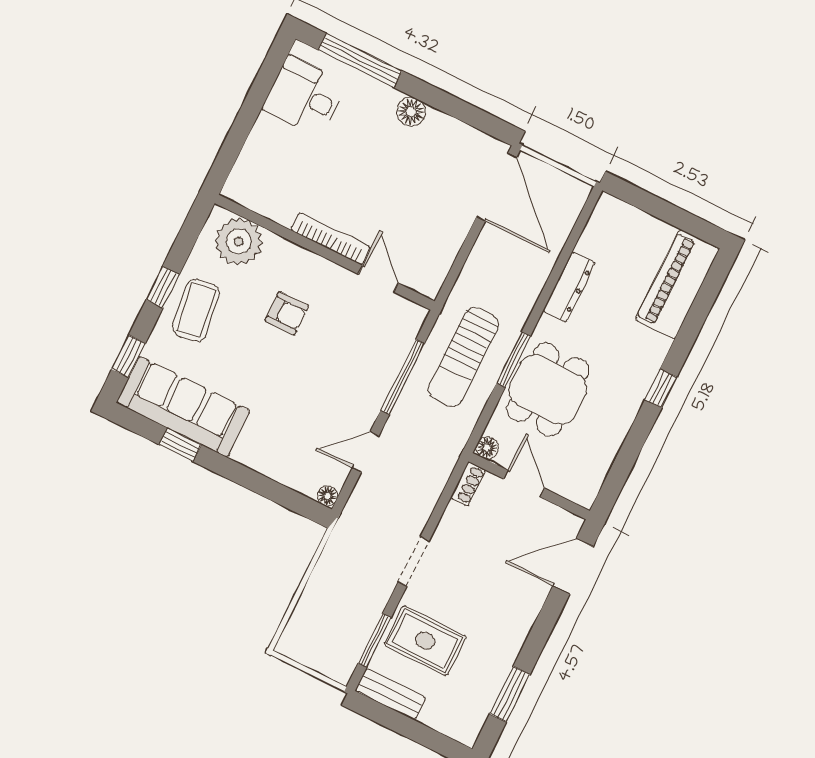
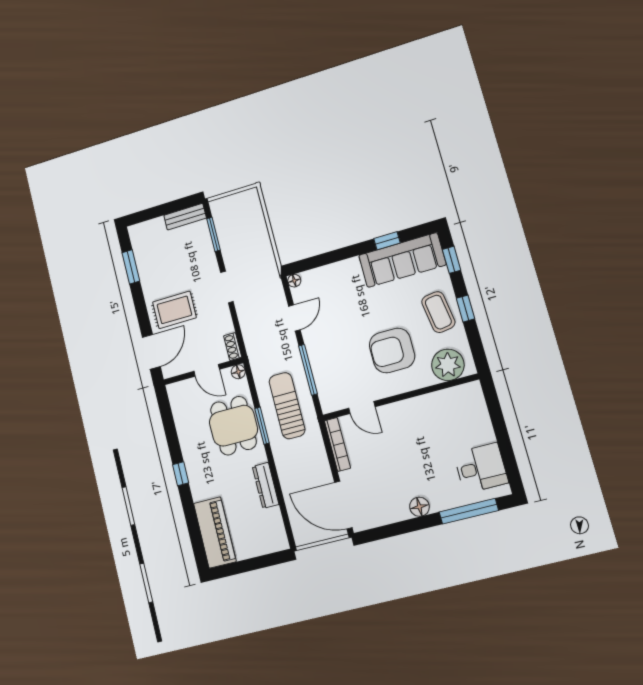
bookcase: (330, 239) -> (337, 444), moved, turned -90
armchair: (287, 313) -> (392, 350), width x1.88, depth x1.88
rug: (425, 641) -> (174, 310), moved

